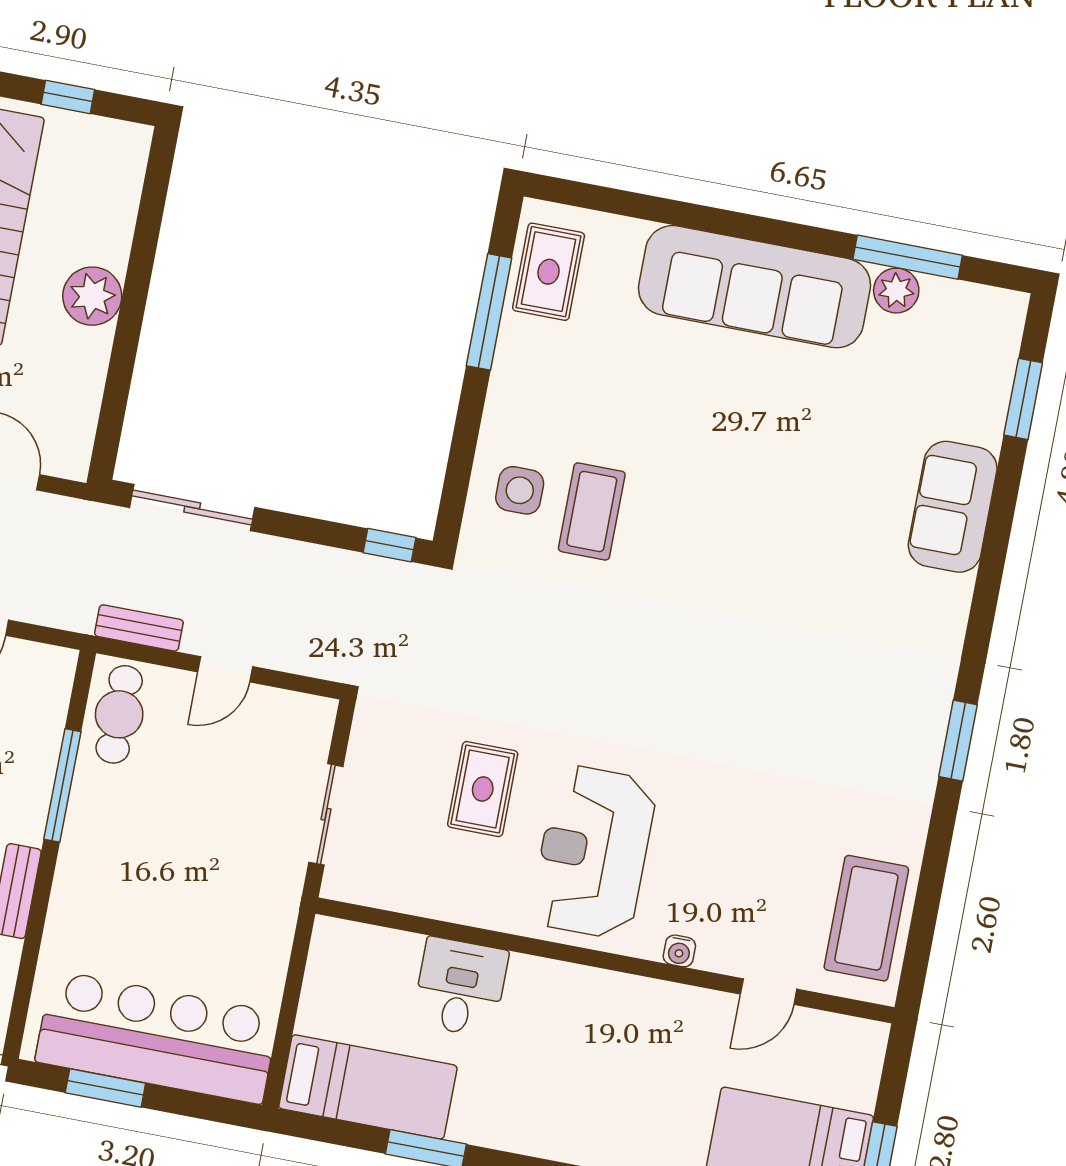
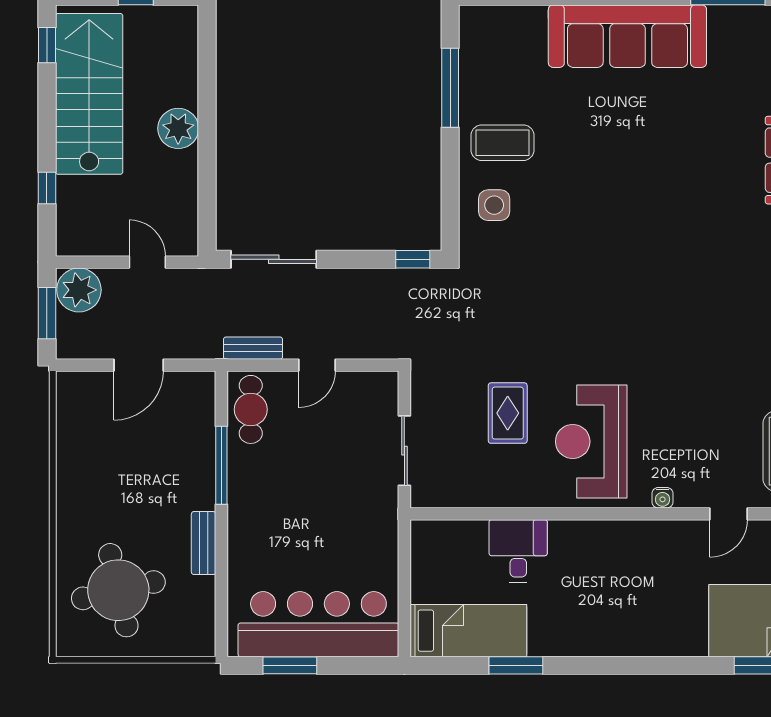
rug: (549, 272) -> (485, 53), removed
plant: (896, 291) -> (724, 20), removed
coffee table: (592, 511) -> (503, 143), moved, turned 90

